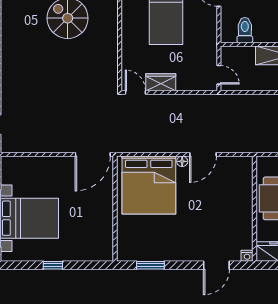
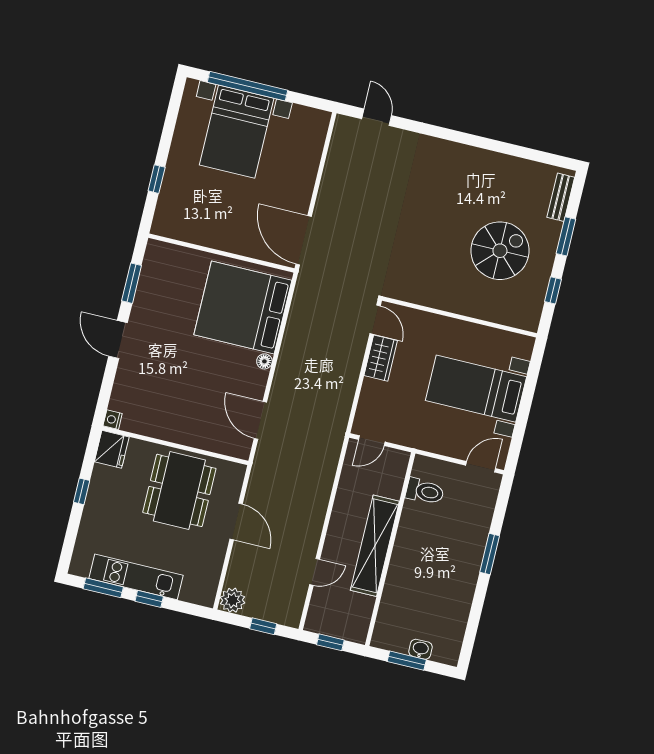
door: (135, 92) -> (375, 320), hinge flipped
door: (203, 154) -> (260, 420), moved
window: (53, 265) -> (157, 179), moved
door: (216, 265) -> (118, 340), moved

